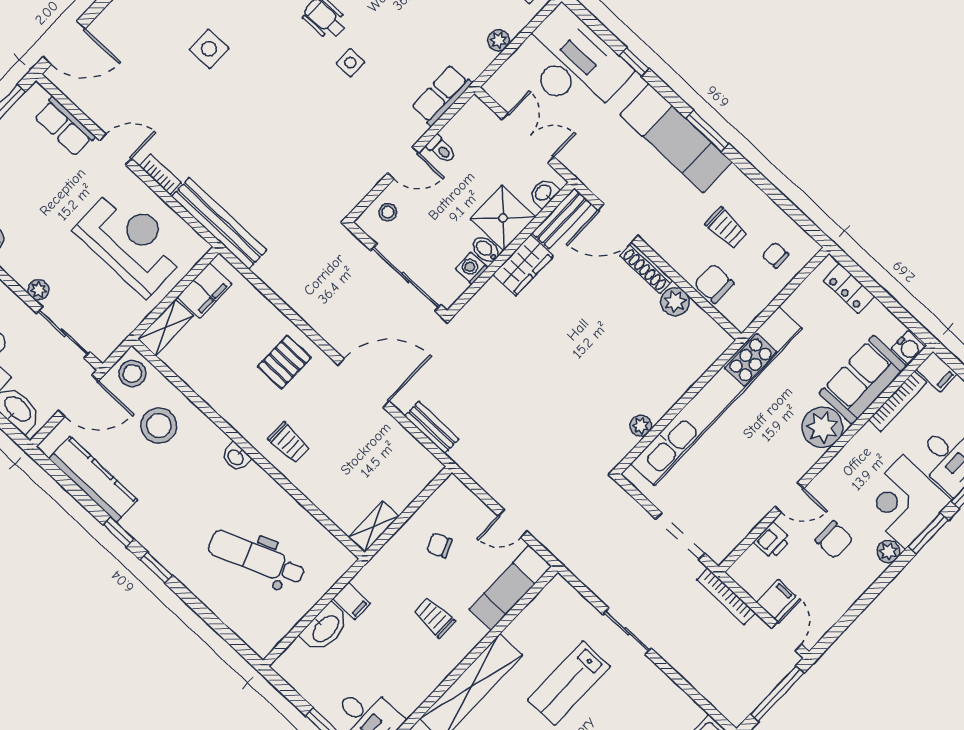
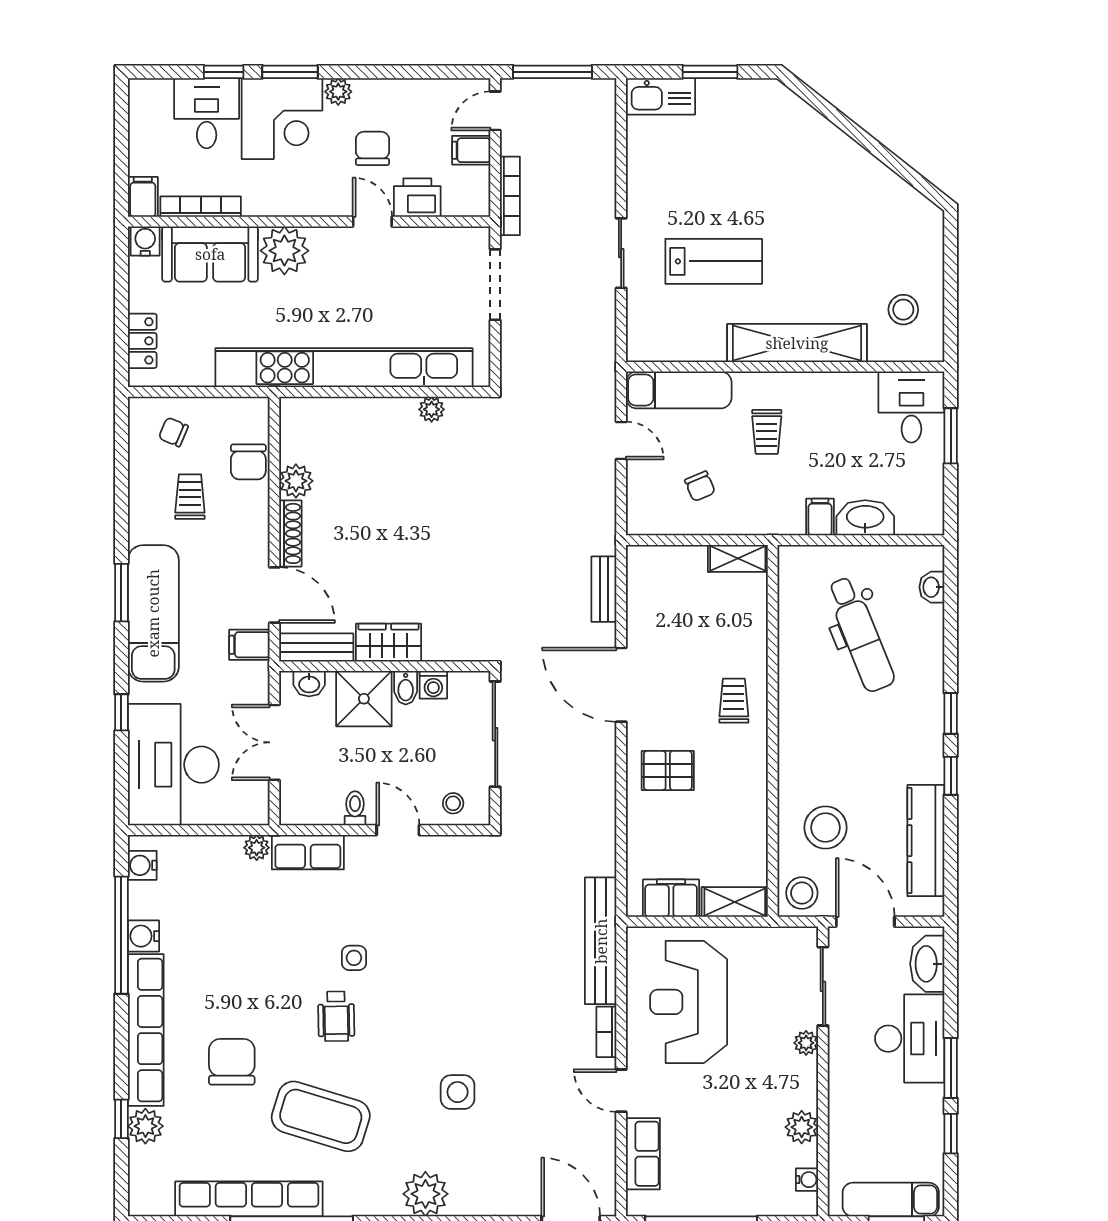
plant: (499, 40) -> (257, 848), moved
filing cabinet: (602, 179) -> (249, 645), added
chair: (775, 255) -> (173, 432), turned 113
washbasin: (236, 457) -> (932, 587), moved, turned 180
printer: (772, 540) -> (417, 198), width x1.36, depth x1.24

